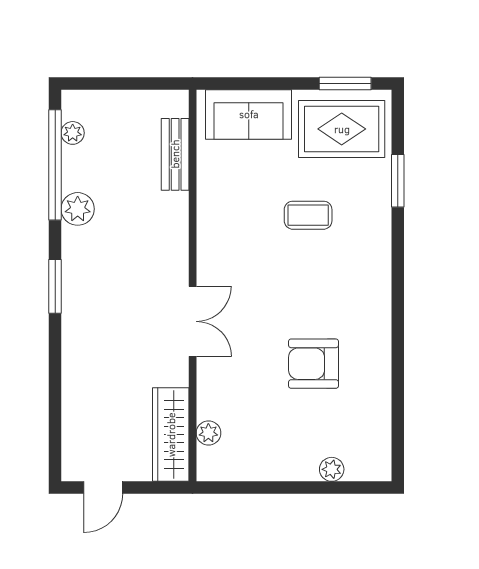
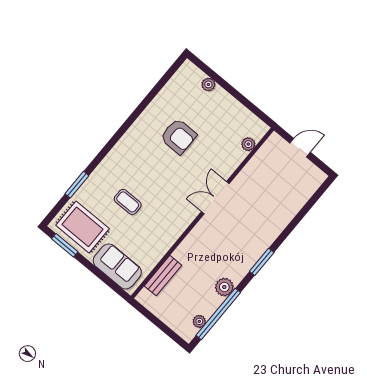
wardrobe: (171, 435) -> (265, 157), removed
door: (103, 488) -> (300, 148), moved

